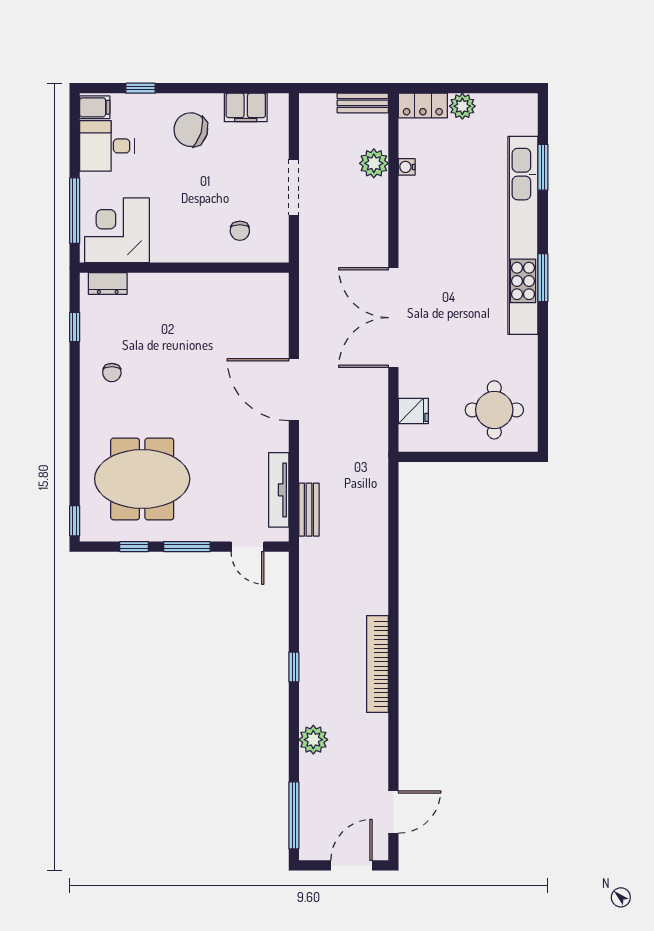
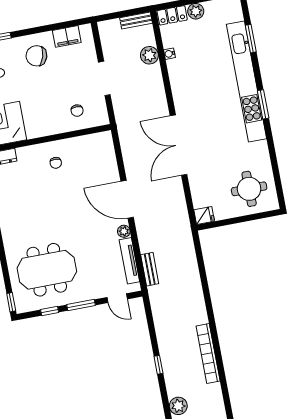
chair: (112, 373) -> (56, 163), moved
fridge: (413, 411) -> (204, 215), moved
plant: (279, 440) -> (124, 231), added

